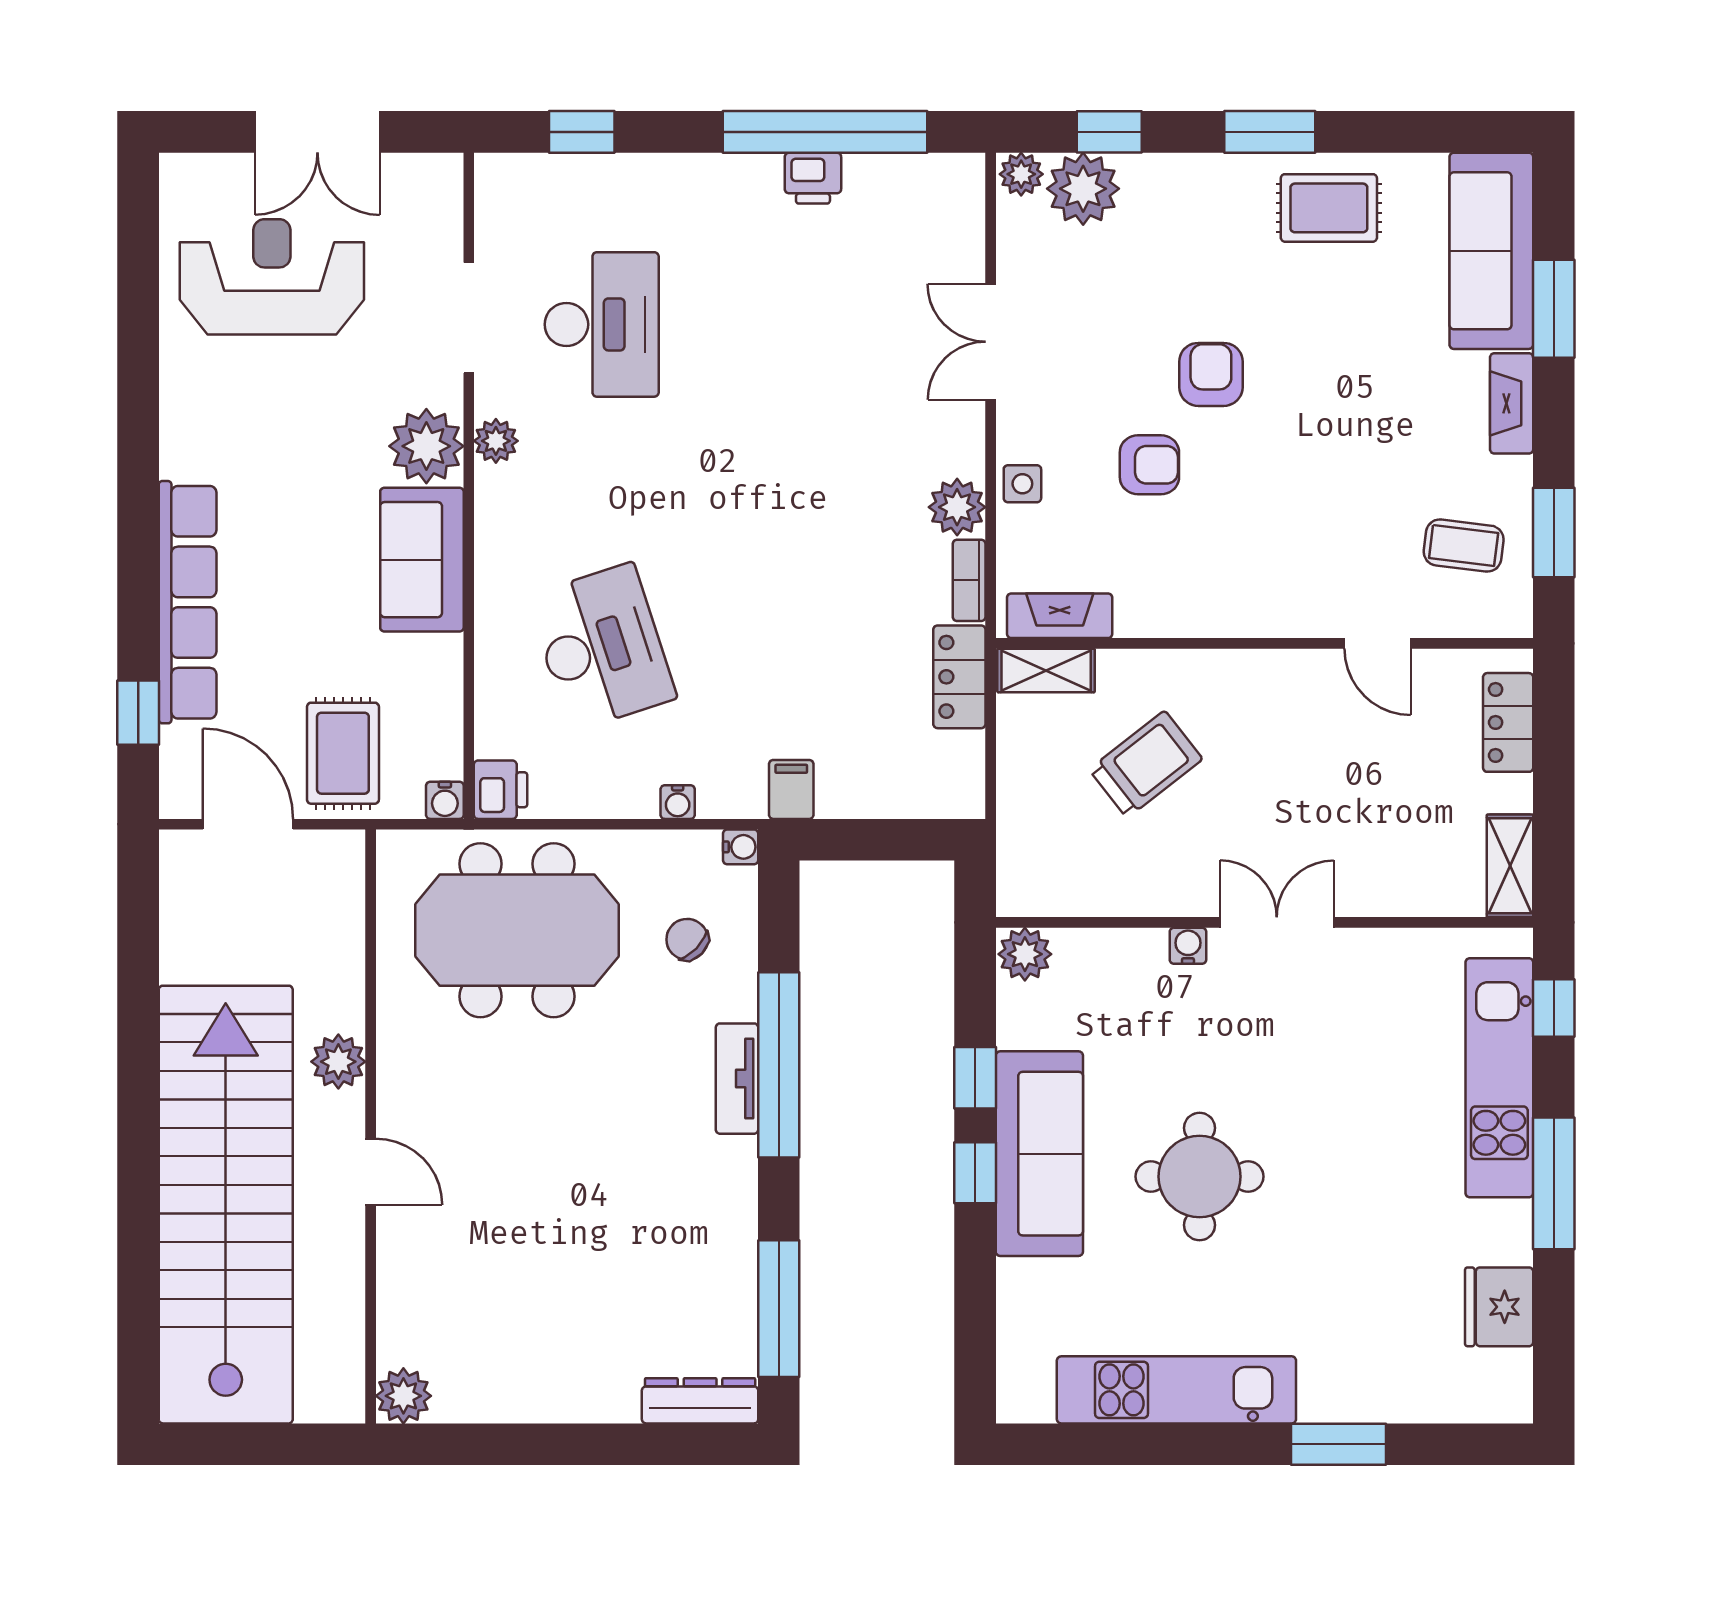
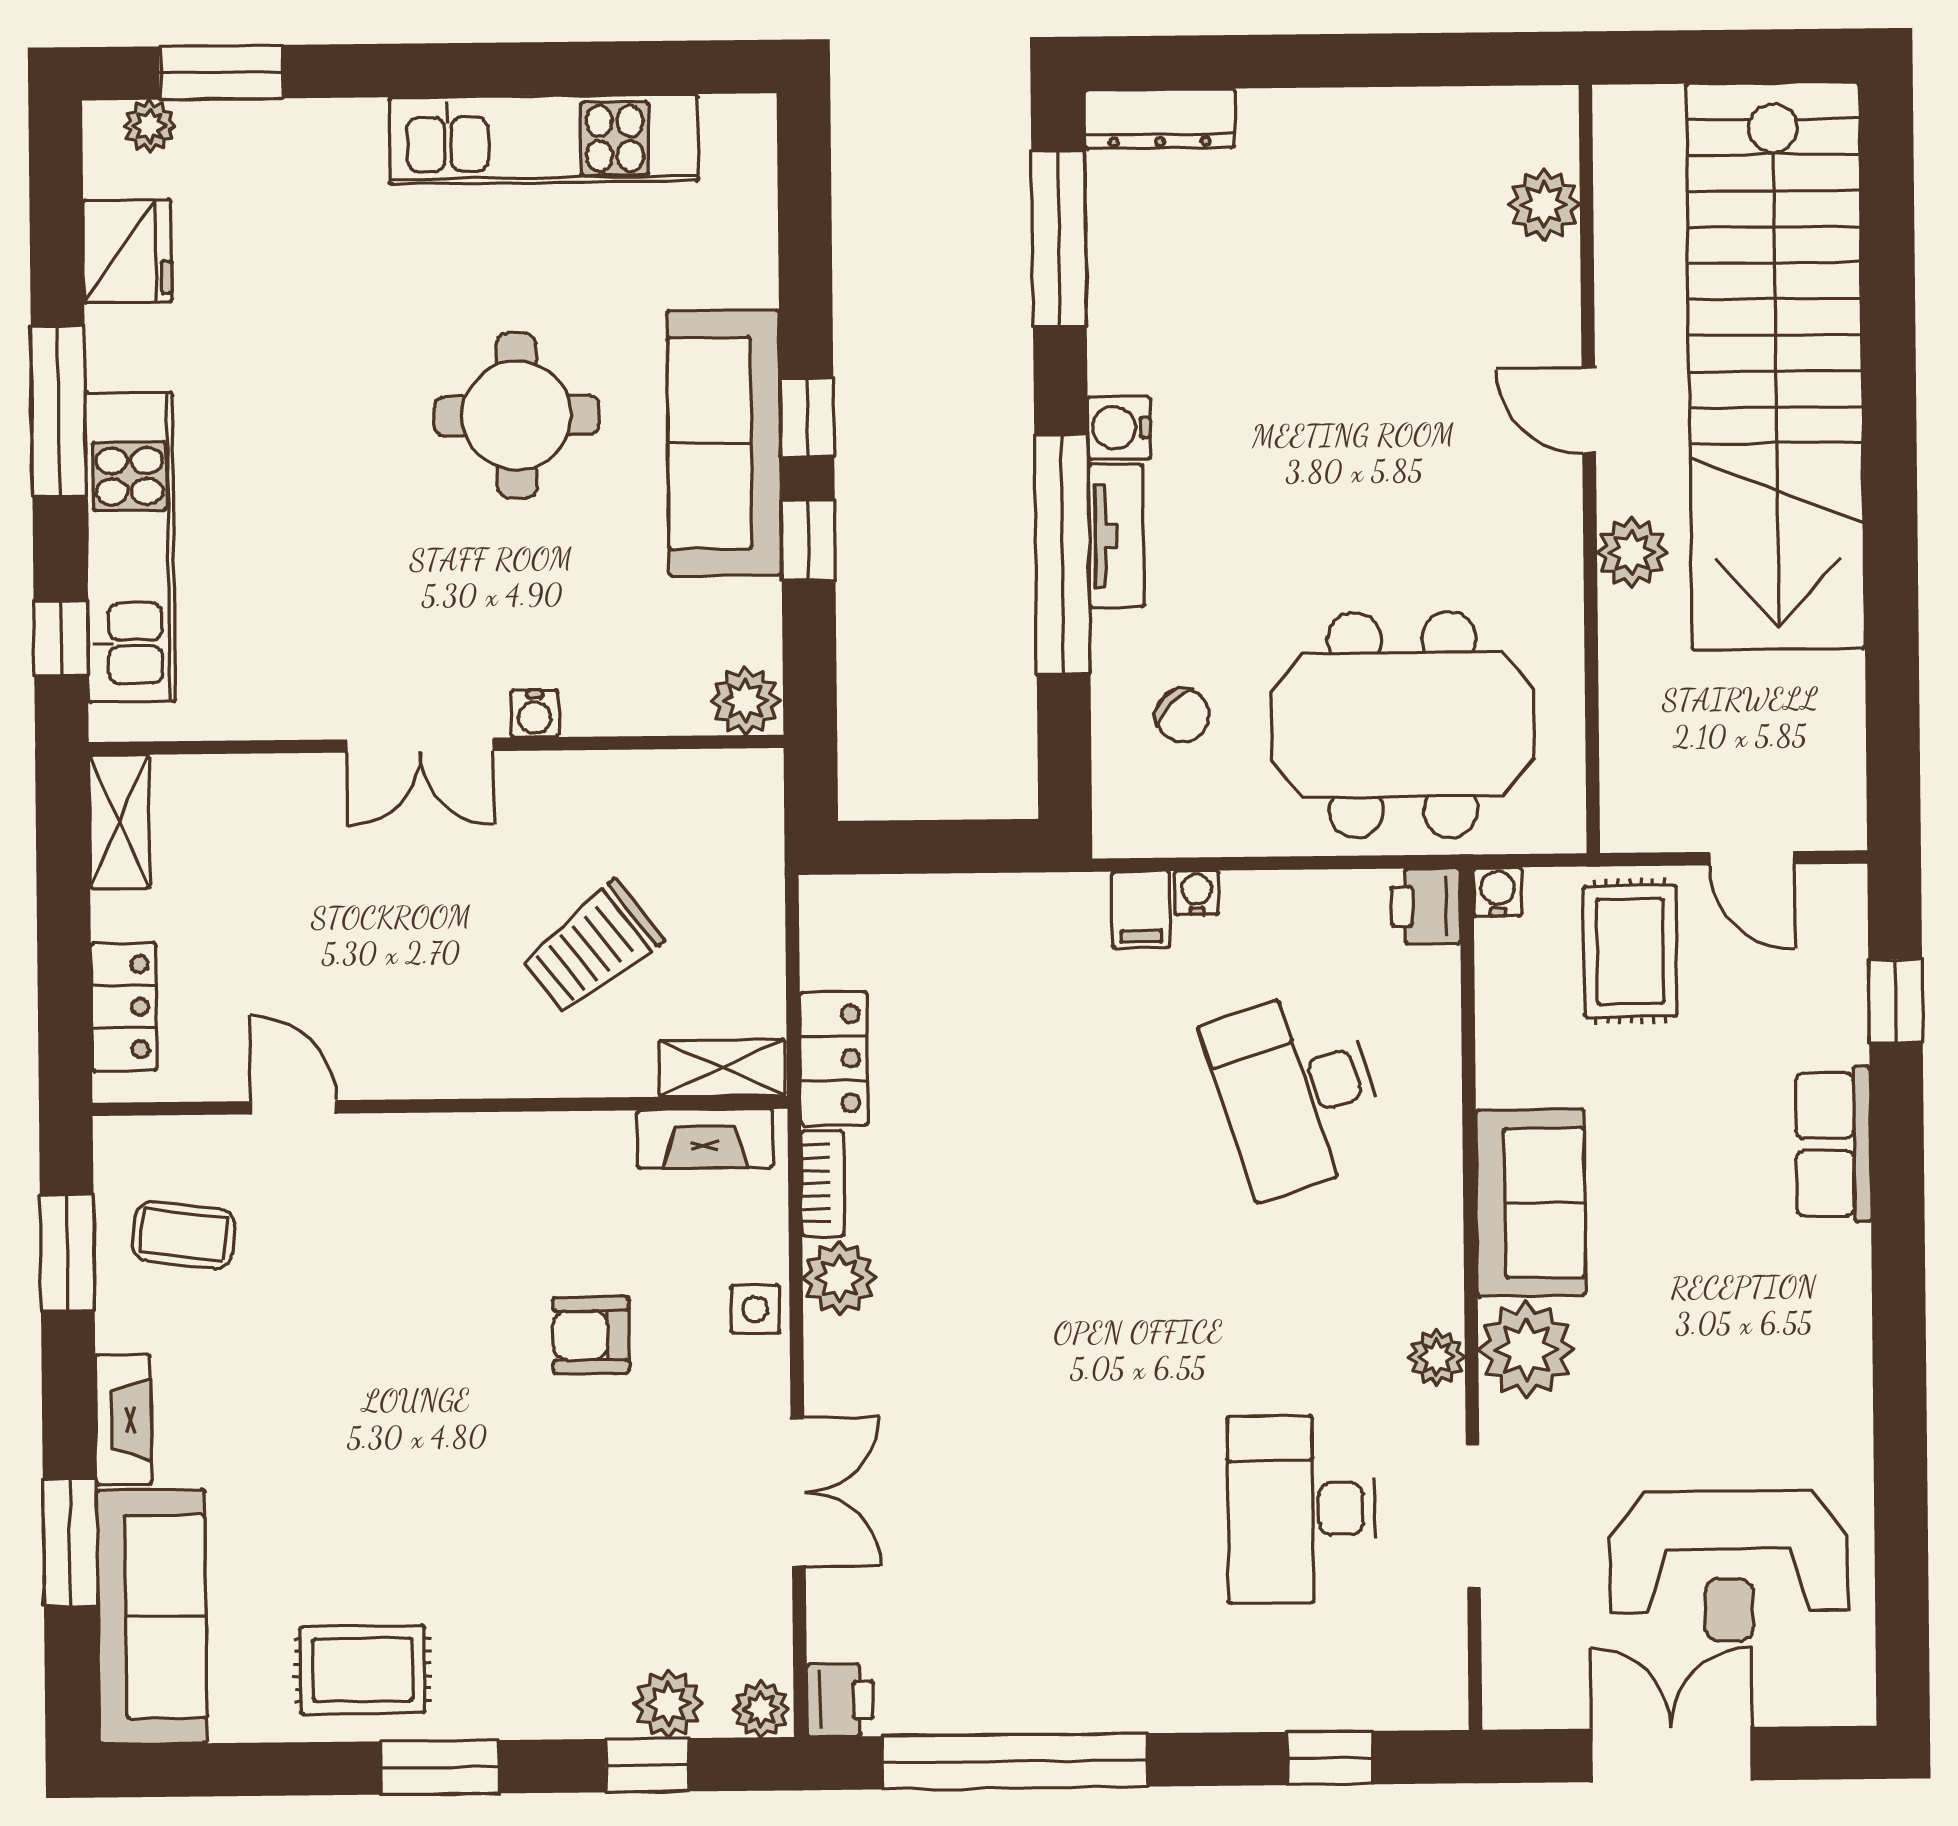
printer: (813, 178) -> (840, 1700), moved, turned 90
plant: (1083, 189) -> (668, 1704), width x0.73, depth x0.73
armchair: (1211, 374) -> (513, 1453), removed
row of seats: (188, 602) -> (1833, 1144), width x0.50
filing cabinet: (791, 789) -> (1141, 910), moved
door: (248, 824) -> (1752, 858), width x0.73
water cooler: (741, 847) -> (1119, 428), moved, width x1.38, depth x1.38
plant: (403, 1396) -> (1544, 205), moved
plant: (1481, 1404) -> (150, 126), added
window: (1339, 1444) -> (221, 72), moved

